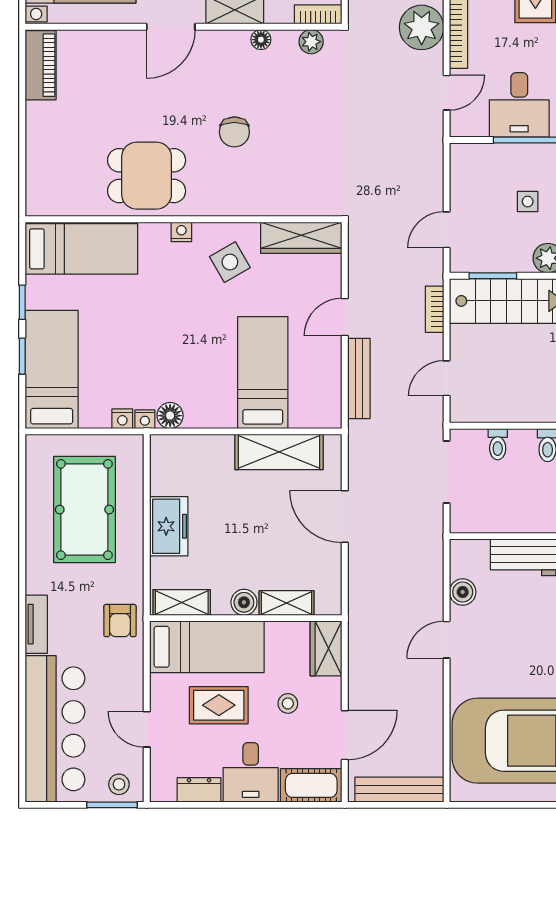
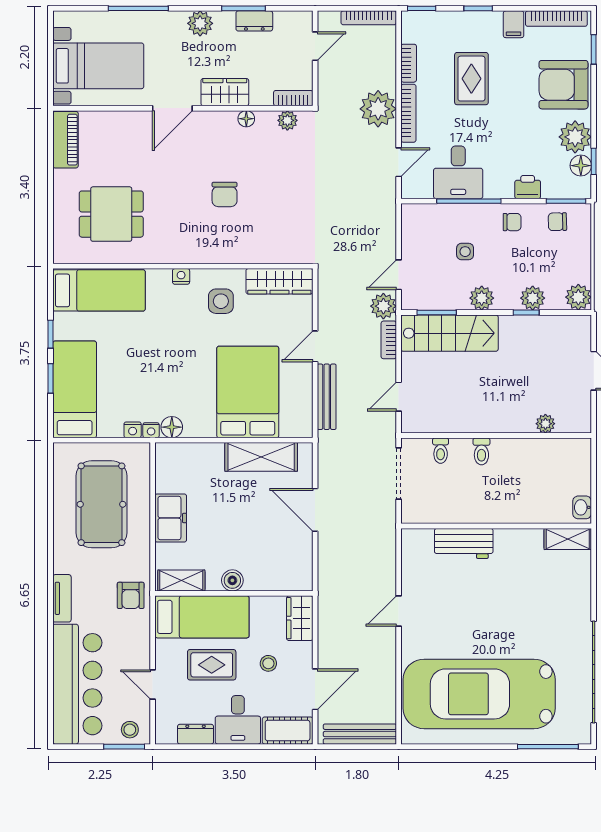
dining table: (147, 176) -> (111, 214), moved
side table: (230, 262) -> (221, 301), turned 30
plant: (428, 268) -> (383, 306), added
bed: (263, 373) -> (248, 392), width x1.50
boiler: (463, 592) -> (412, 572), removed
shelving: (287, 603) -> (267, 581), removed

